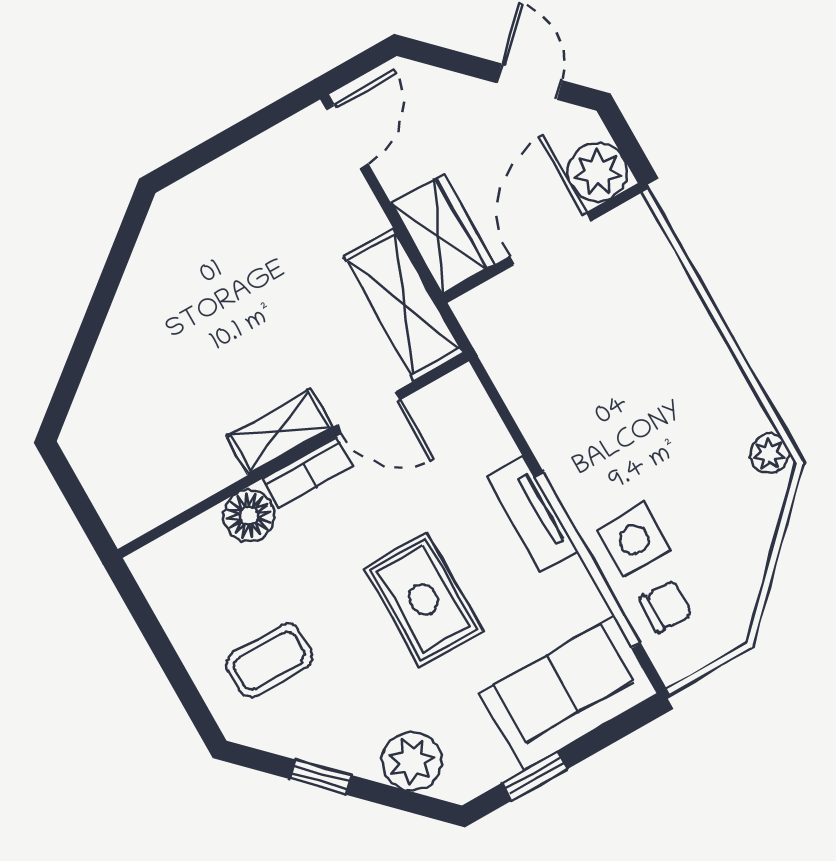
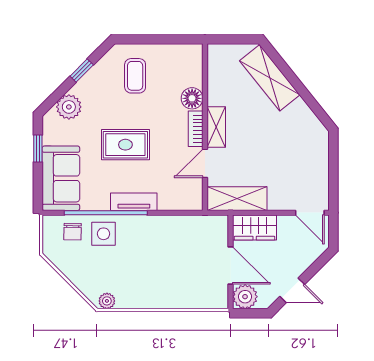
shelving: (115, 379) -> (270, 78), added

